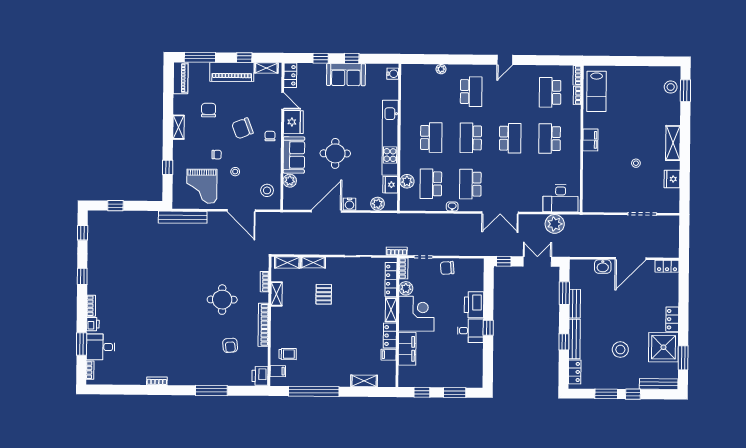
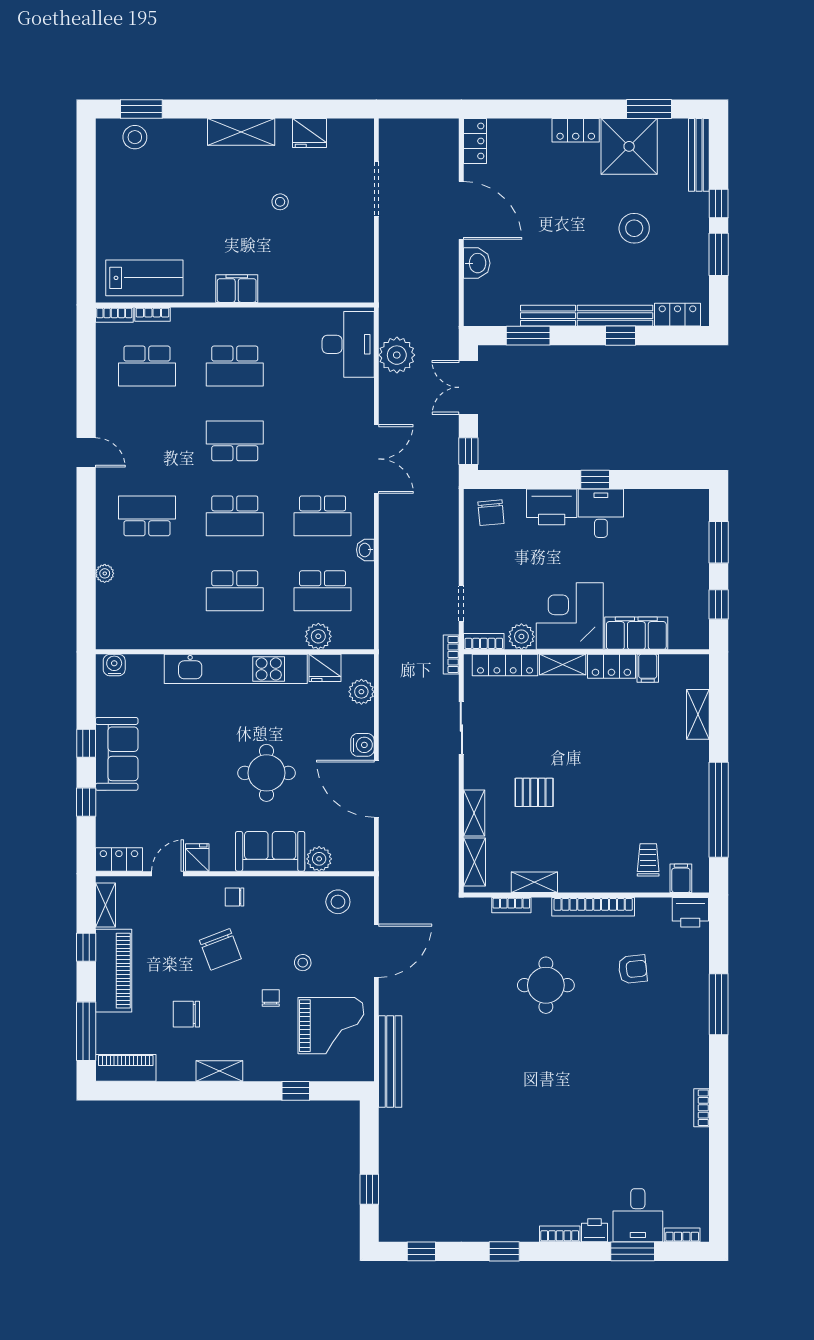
fridge: (293, 122) -> (197, 858), width x0.53, depth x0.75
school desk: (431, 138) -> (235, 591), turned 180
chair: (447, 268) -> (491, 513), moved

